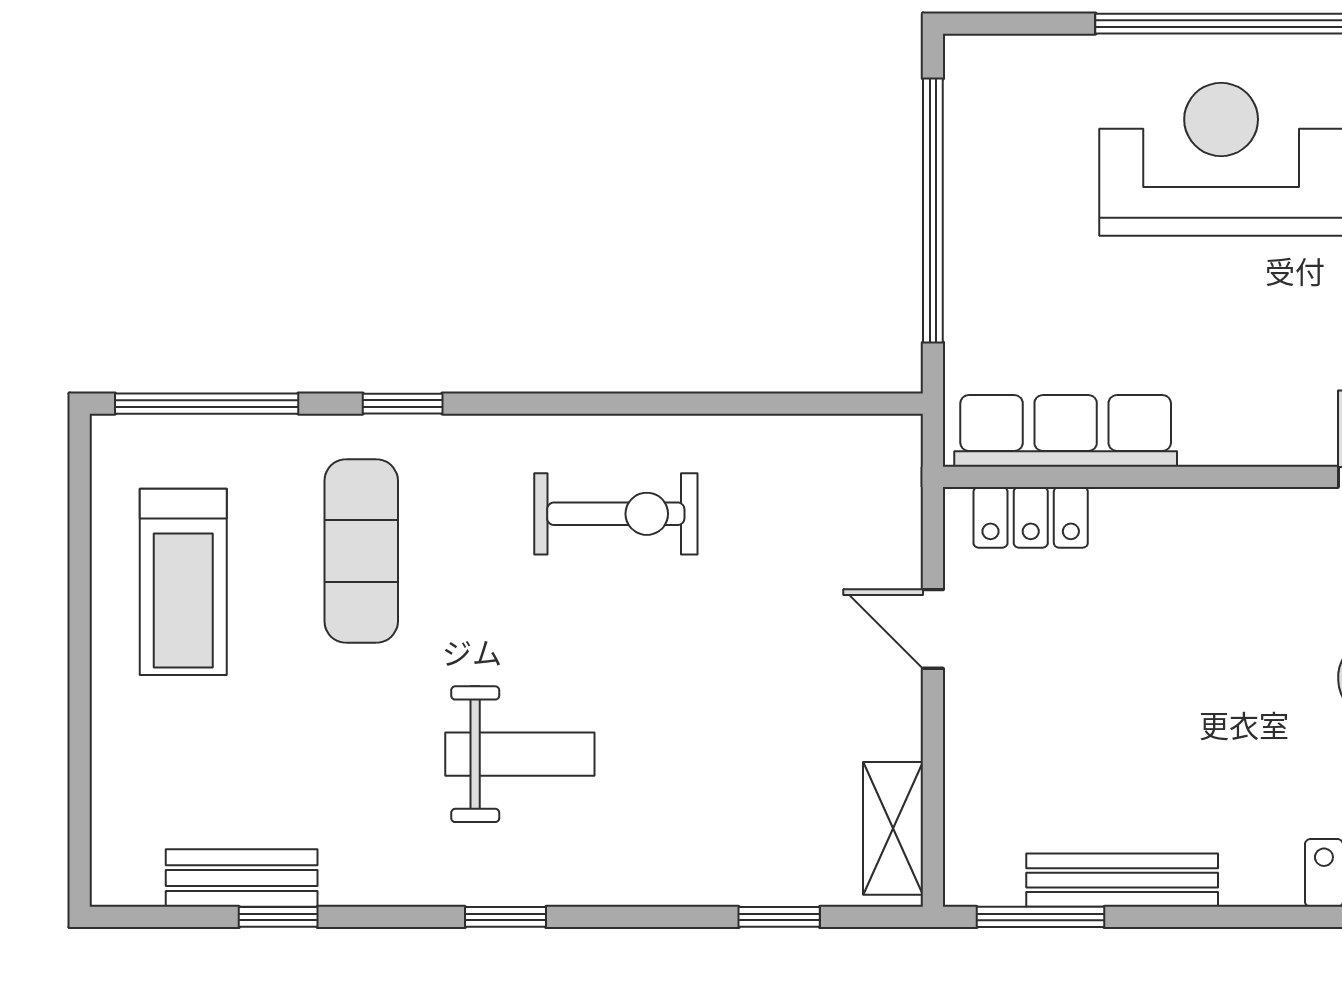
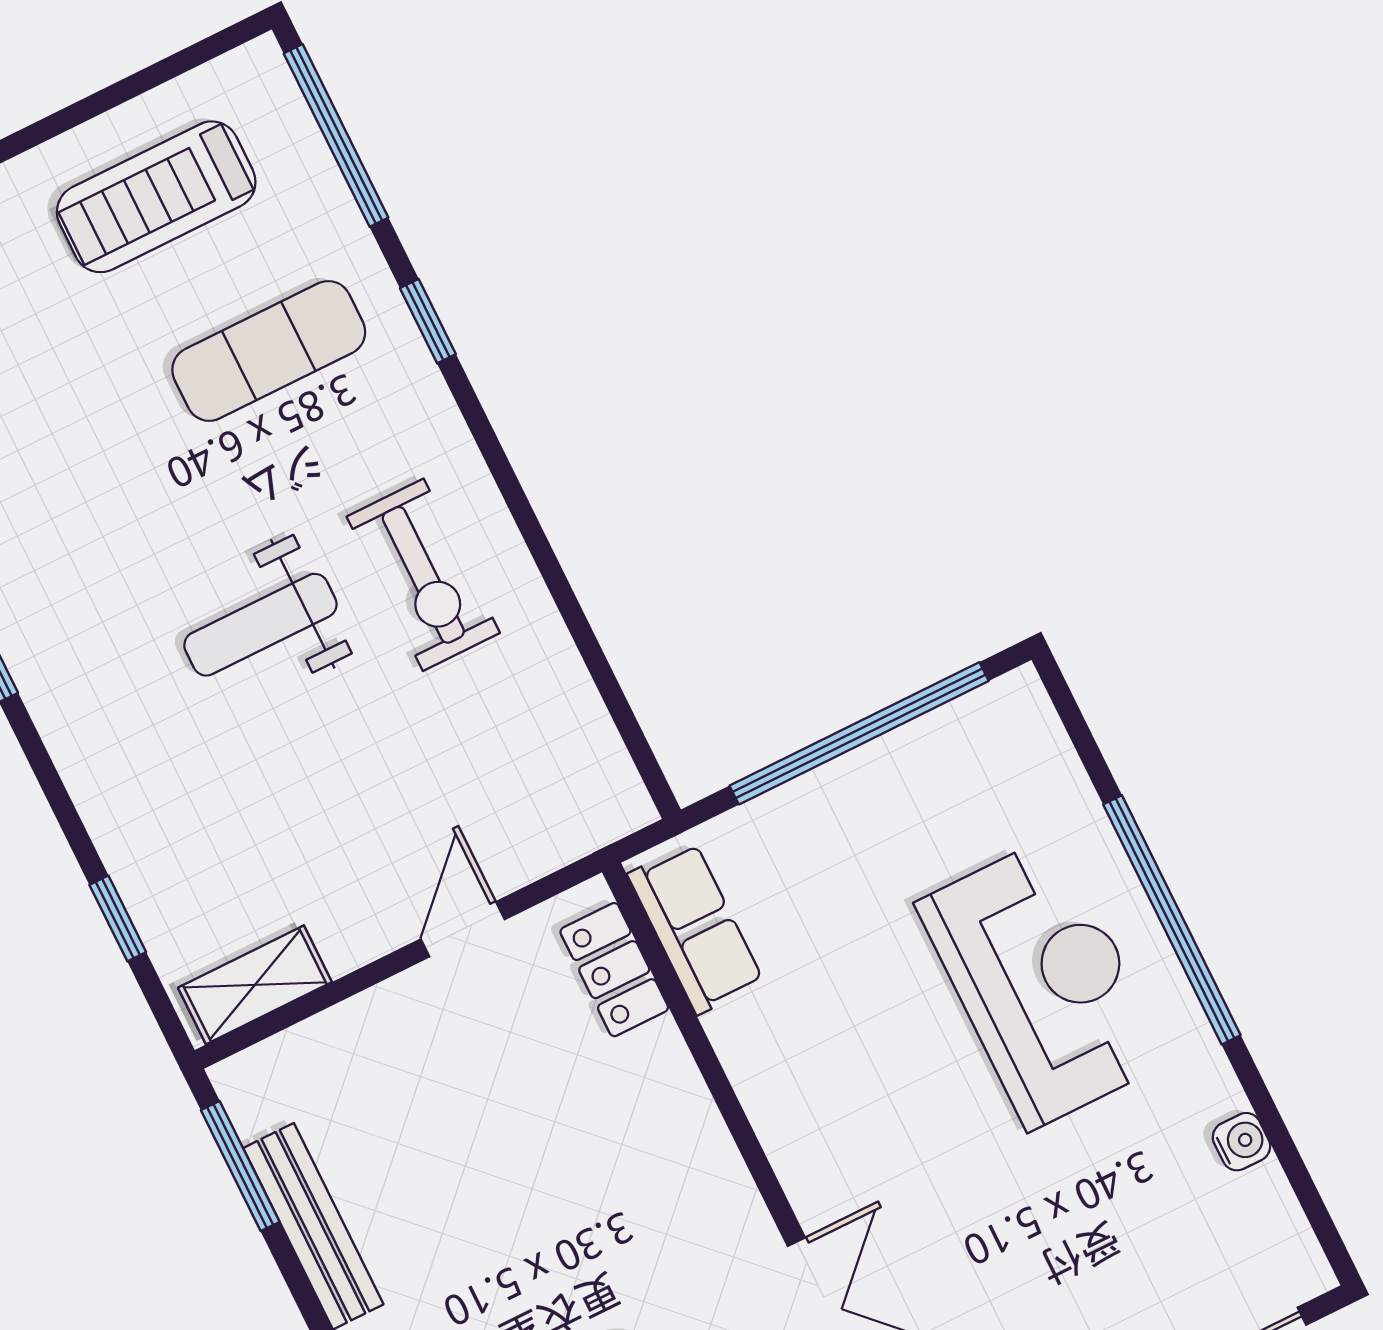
row of seats: (1066, 431) -> (696, 928), width x0.68
weight bench: (520, 754) -> (260, 625), moved, turned 90

